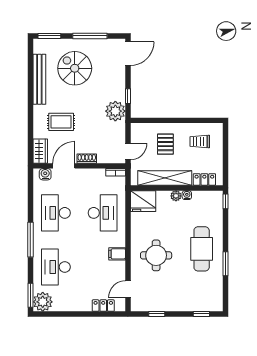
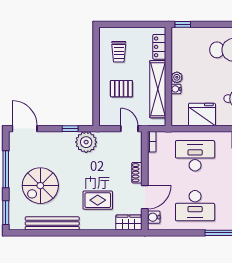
rug: (61, 122) -> (98, 200), turned 90
door: (64, 166) -> (145, 197), swing flipped
water cooler: (187, 195) -> (176, 89), moved
fridge: (143, 201) -> (202, 114), moved, turned -90

